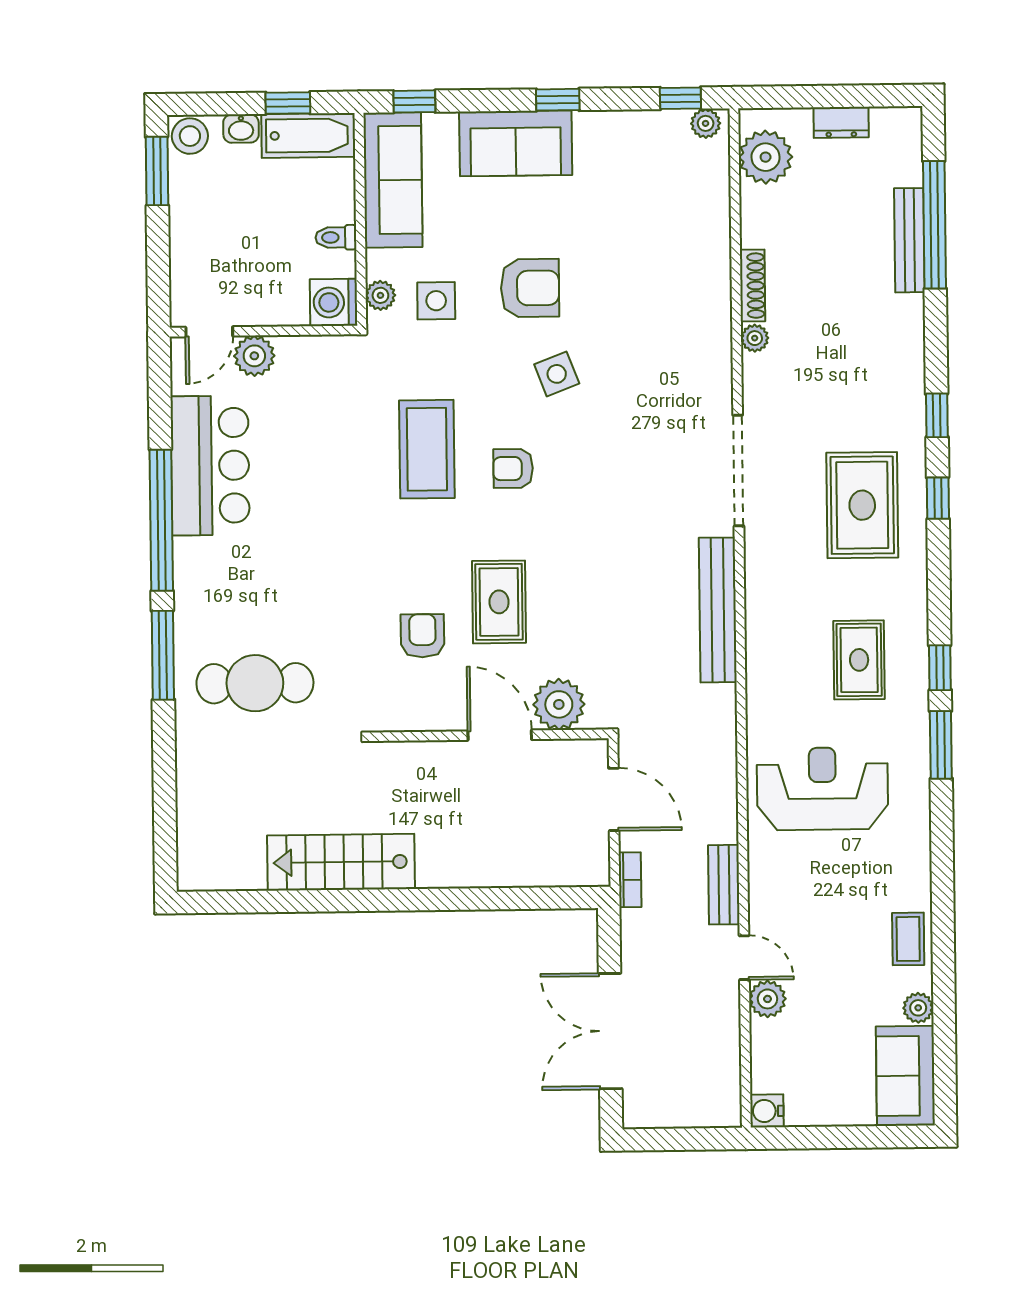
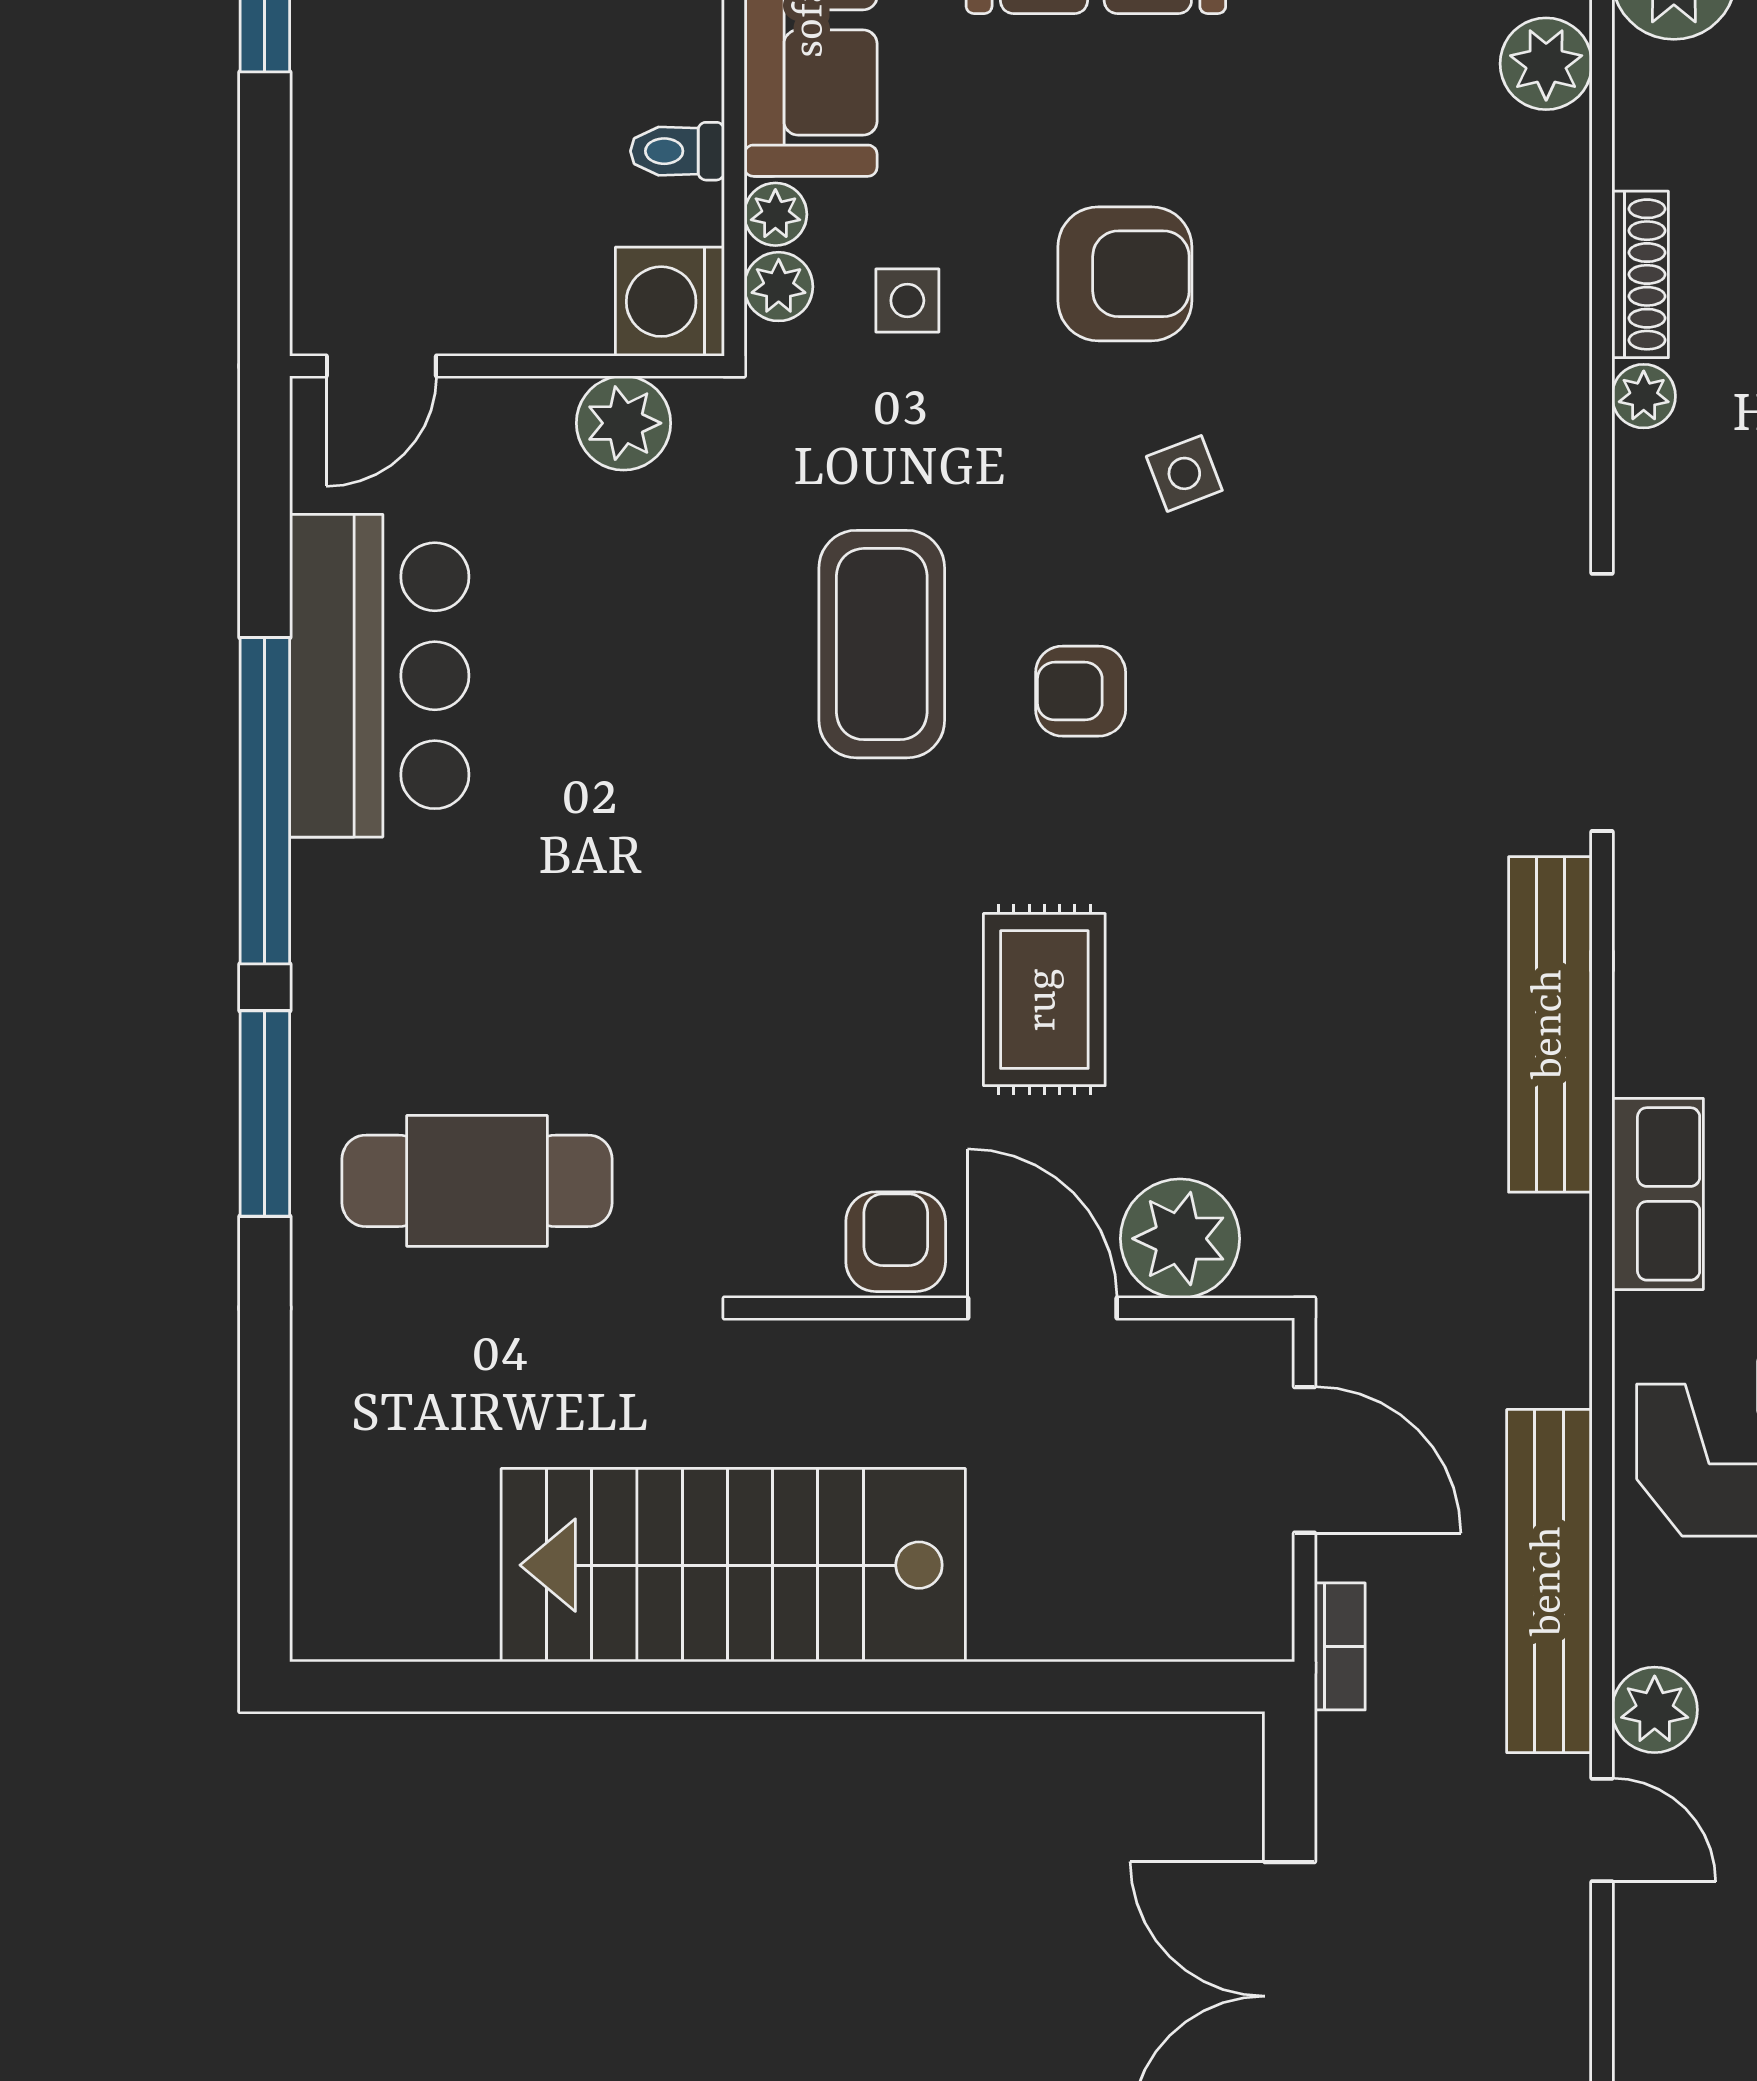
plant: (711, 195) -> (1546, 64), added
plant: (379, 264) -> (775, 214), added
side table: (436, 301) -> (907, 301), width x0.73, depth x0.73
plant: (254, 356) -> (623, 423), moved
side table: (557, 374) -> (1184, 473), width x0.73, depth x0.73
armchair: (422, 636) -> (896, 1242), moved
row of seats: (765, 683) -> (1658, 1194), added
stairs: (341, 862) -> (733, 1565), width x1.36, depth x1.51
bench: (724, 885) -> (1549, 1581), width x1.86, depth x1.21
plant: (767, 999) -> (1655, 1710), moved

